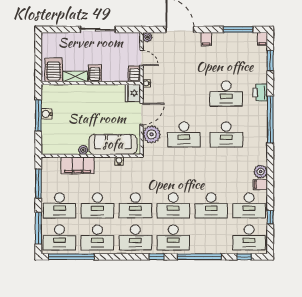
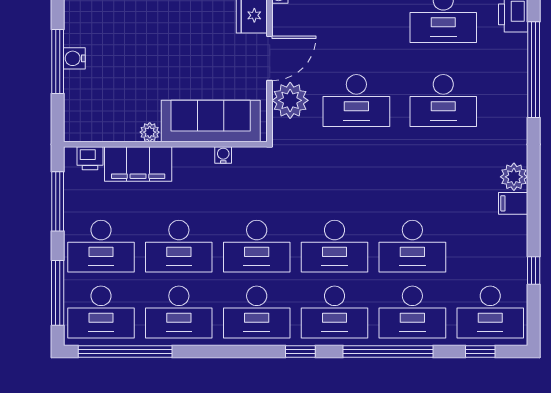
printer: (54, 163) -> (90, 158), added
desk: (249, 205) -> (412, 312), moved

